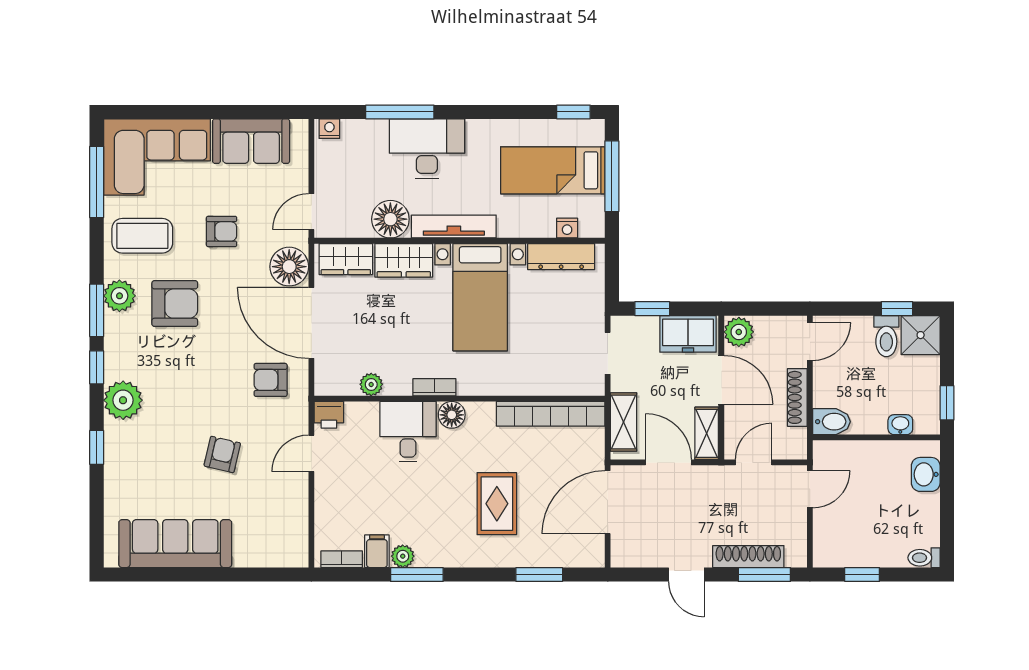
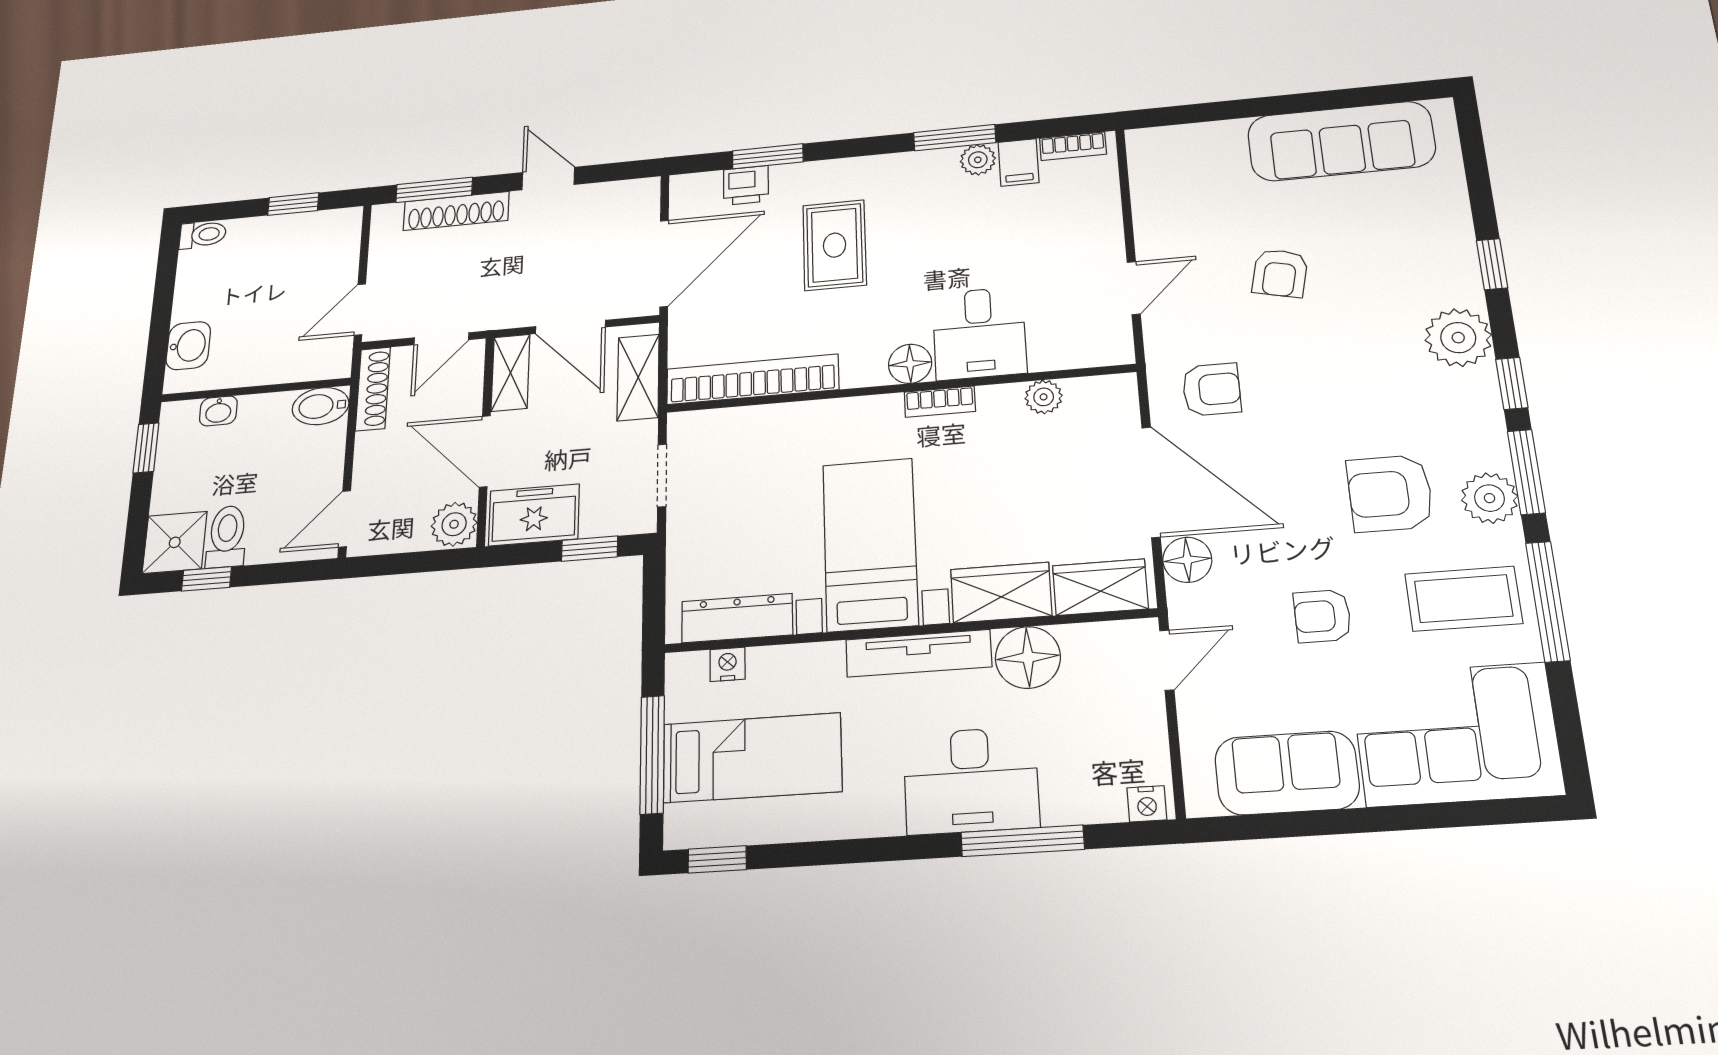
window: (97, 182) -> (1548, 601), moved
floor lamp: (289, 267) -> (1187, 560), width x0.73, depth x0.73
shoe rack: (797, 397) -> (373, 389), moved
printer: (329, 415) -> (746, 185), moved, turned 180

